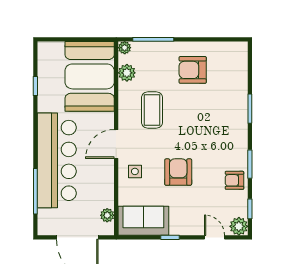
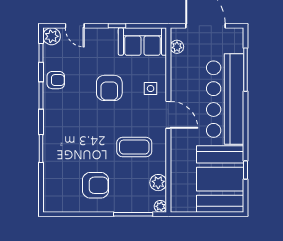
booth: (90, 76) -> (220, 179), moved
coffee table: (152, 110) -> (134, 147), turned 90
door: (116, 144) -> (168, 115), hinge flipped

